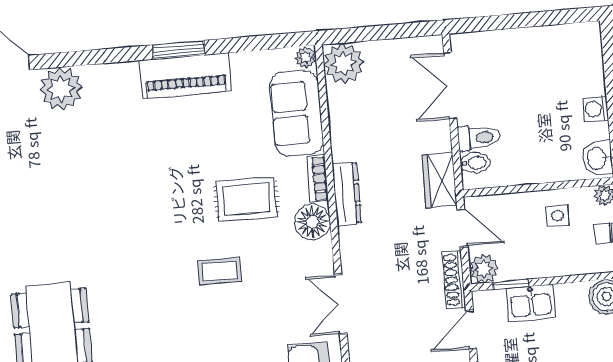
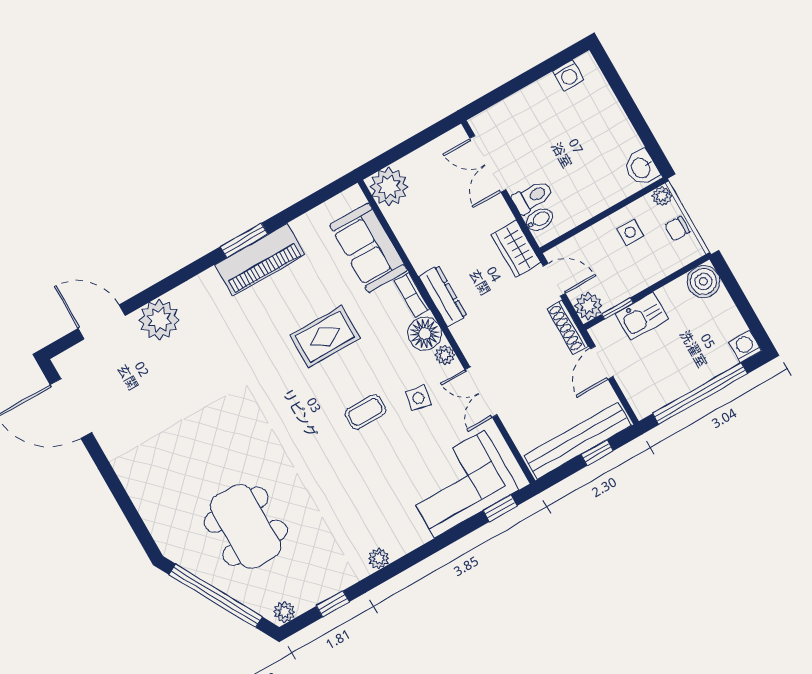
plant: (306, 57) -> (445, 355), moved
washing machine: (595, 109) -> (568, 75), moved, turned -90
rug: (246, 199) -> (325, 337), moved
side table: (277, 281) -> (418, 398), added

